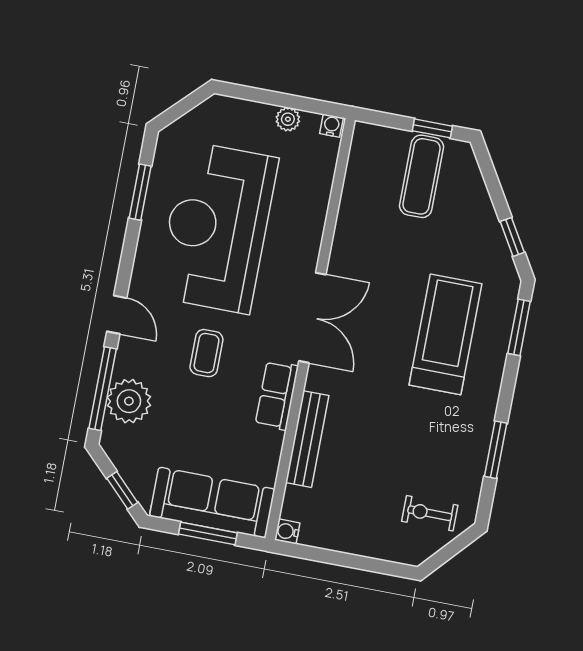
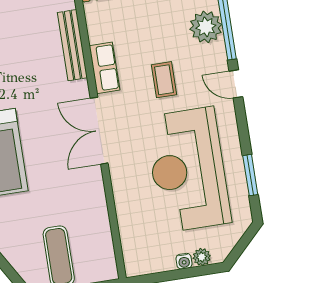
plant: (288, 119) -> (202, 257), moved
water cooler: (331, 126) -> (184, 261), moved
reception desk: (217, 227) -> (188, 170), turned 180

